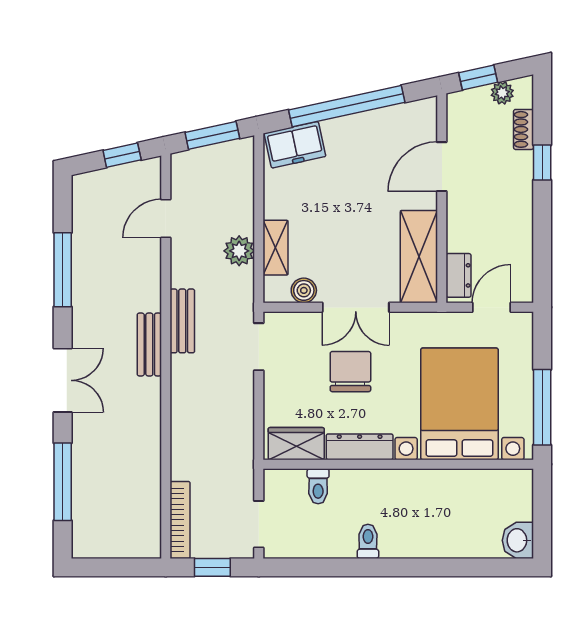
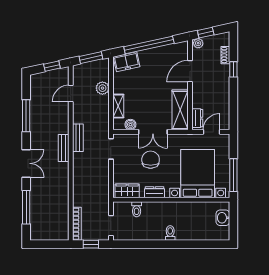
plant: (502, 93) -> (198, 43), moved
plant: (239, 251) -> (102, 88), moved
dresser: (360, 447) -> (155, 192), width x0.70
washbasin: (518, 540) -> (223, 218), moved
toilet: (368, 541) -> (170, 233), moved

